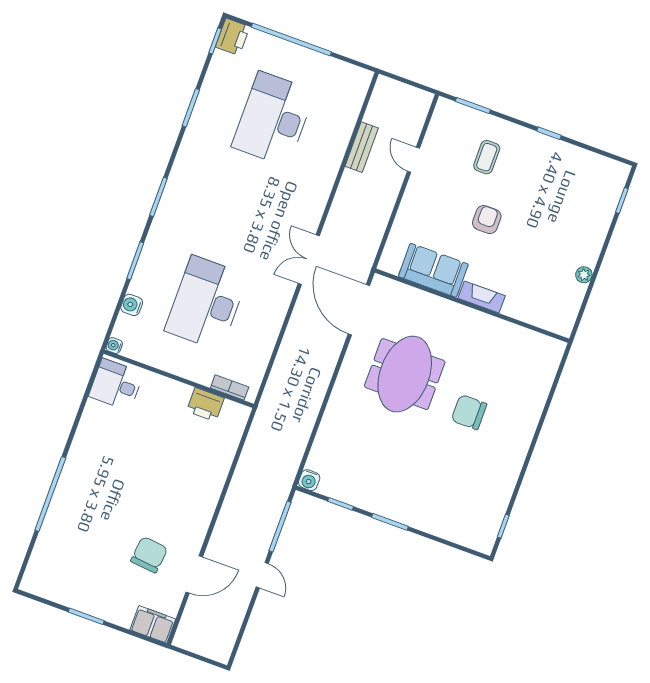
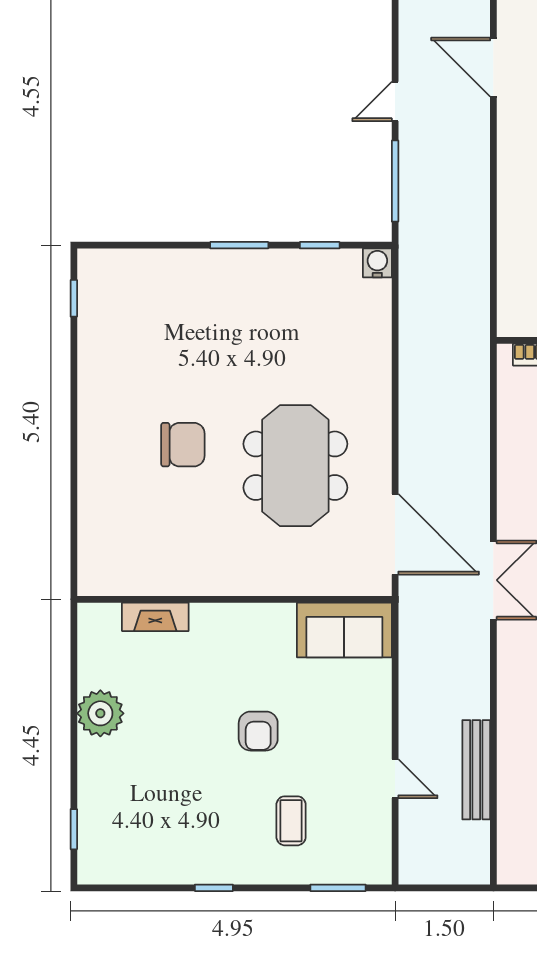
bench: (362, 147) -> (476, 770), width x1.36
sofa: (433, 270) -> (344, 630), moved
plant: (584, 275) -> (100, 713), width x1.88, depth x1.88
fireplace: (482, 297) -> (155, 617), moved
door: (194, 574) -> (493, 67), hinge flipped
door: (262, 575) -> (395, 101), hinge flipped

